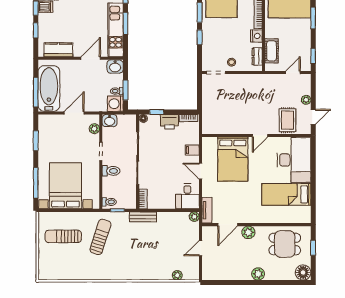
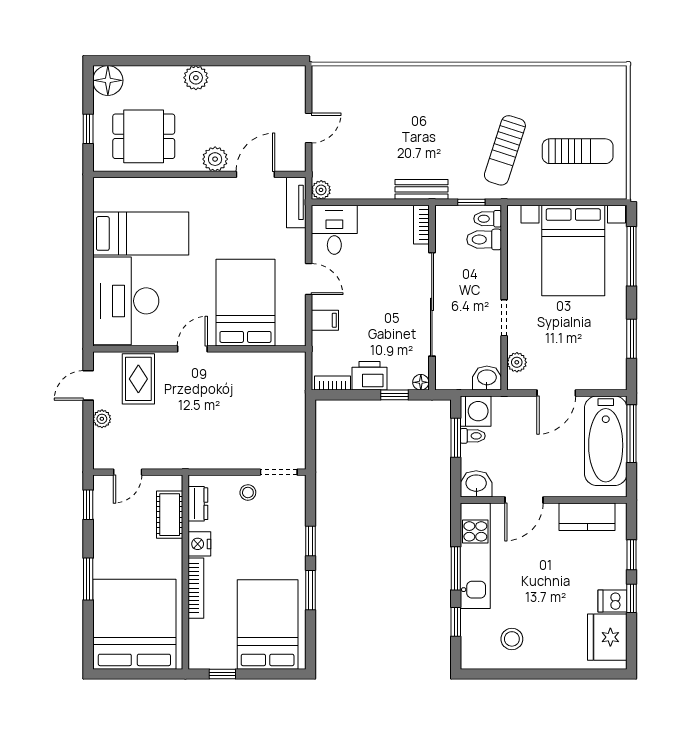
toilet: (111, 171) -> (484, 239), moved
plant: (177, 275) -> (354, 75), removed

